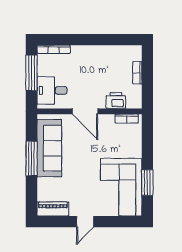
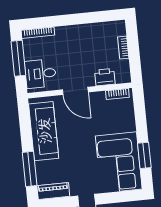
window: (32, 159) -> (30, 169), moved

